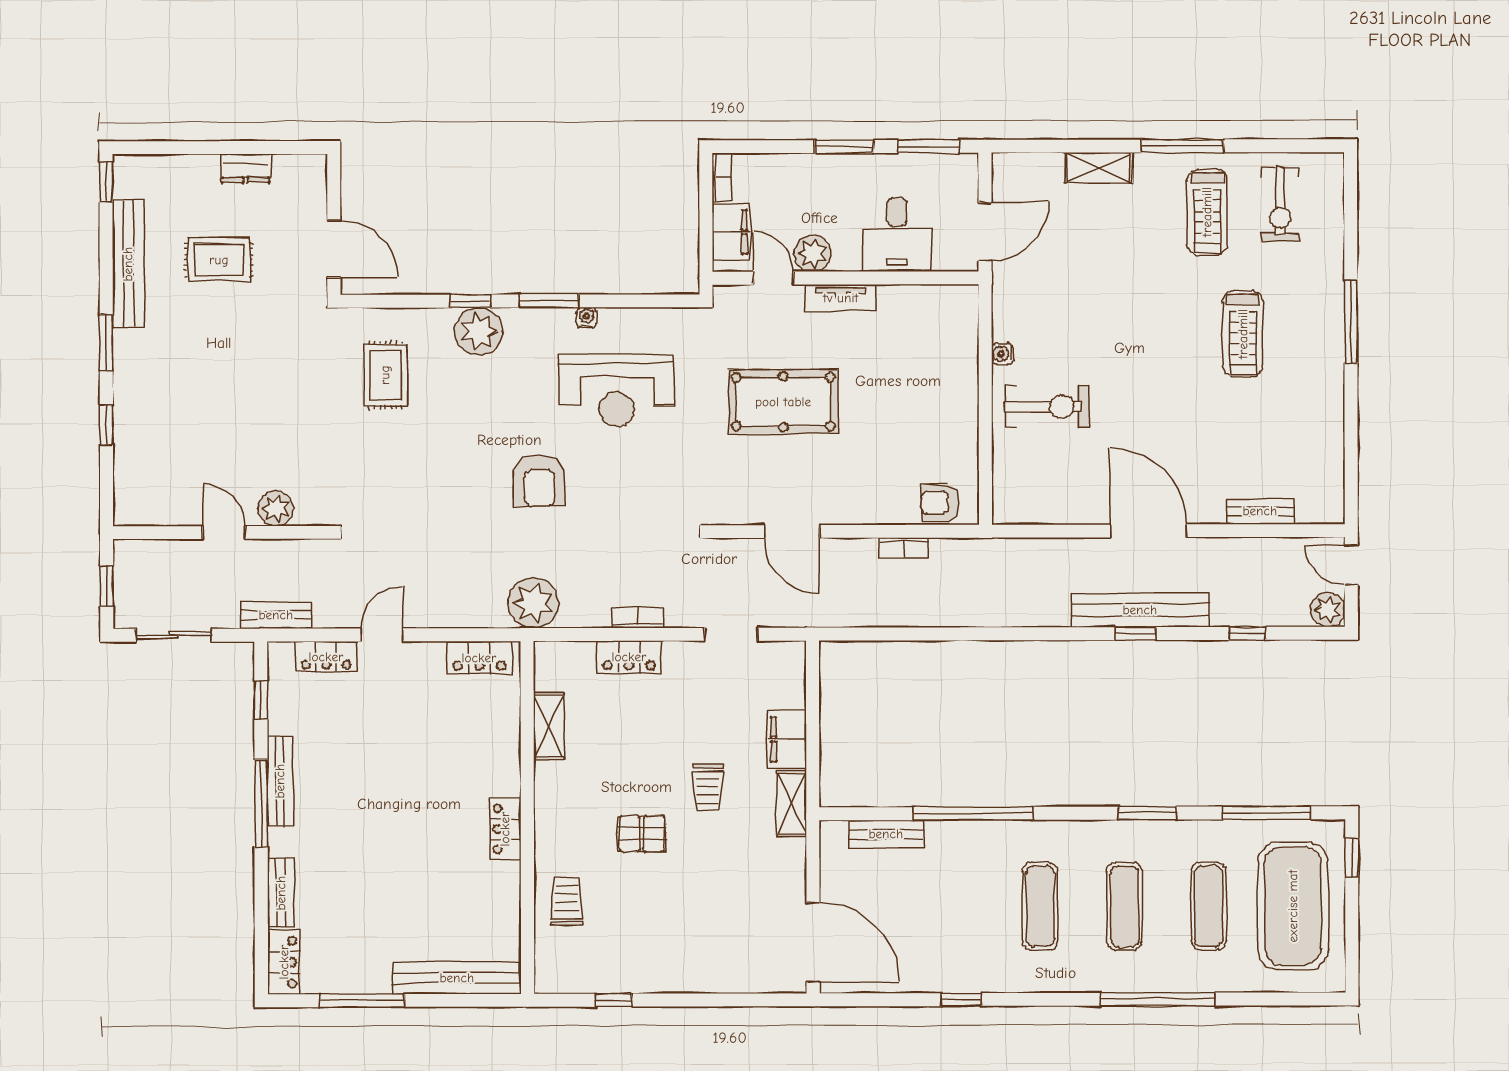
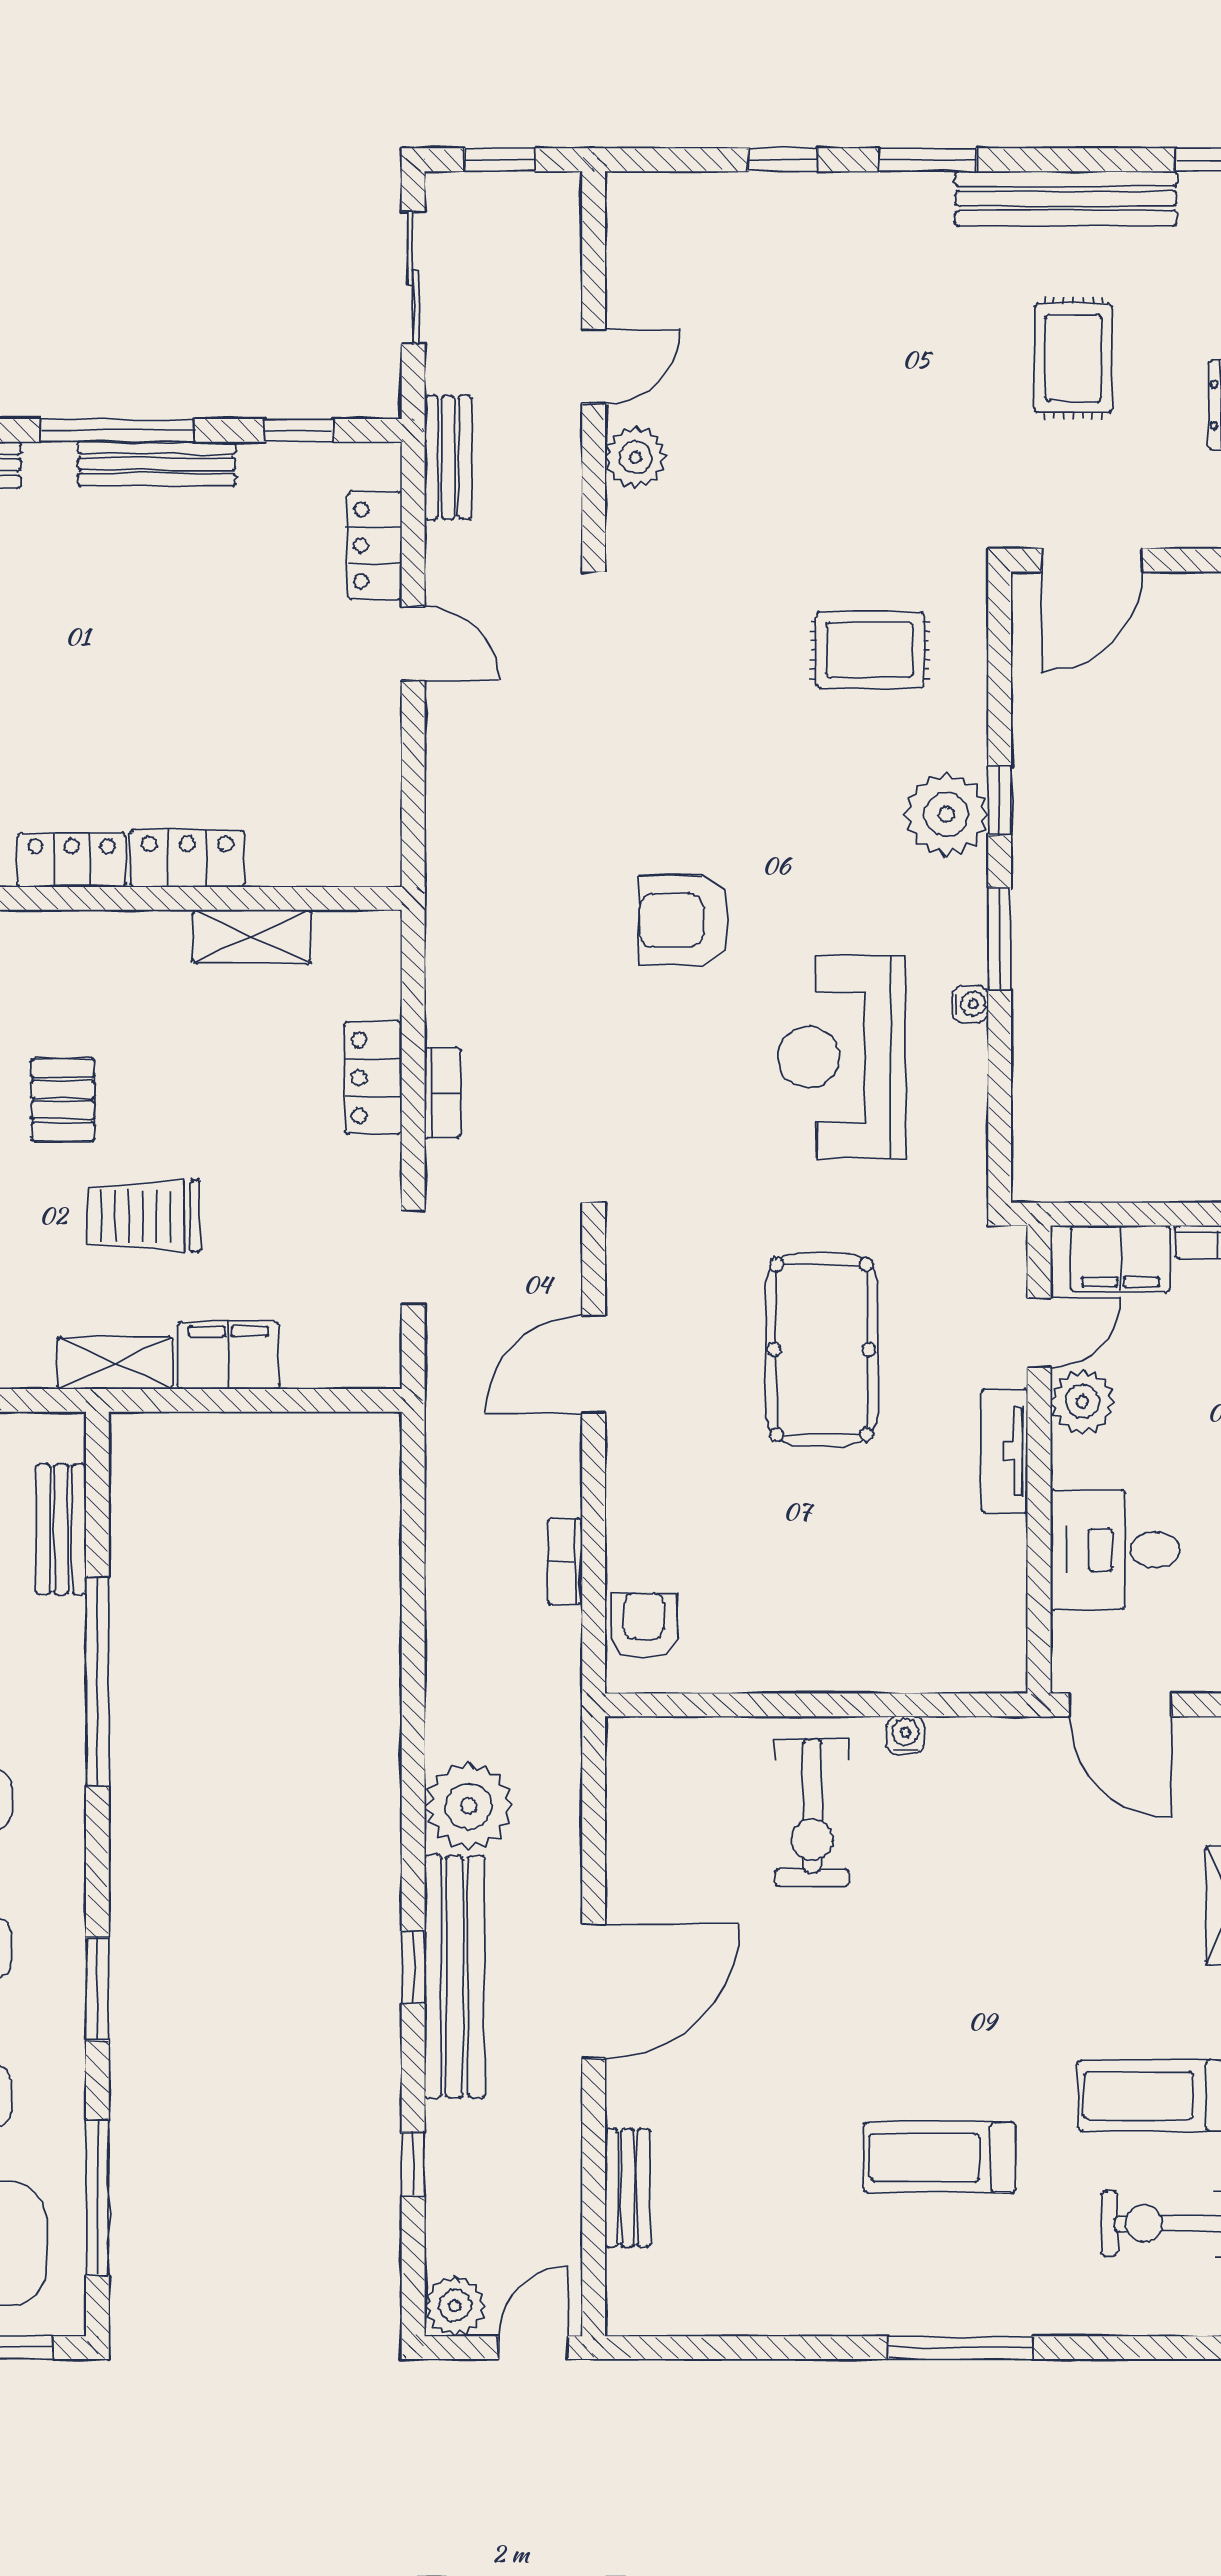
plant: (533, 603) -> (469, 1806), moved
locker: (479, 658) -> (187, 858), moved, turned 90
trolley: (708, 788) -> (144, 1216), width x1.36, depth x1.39

